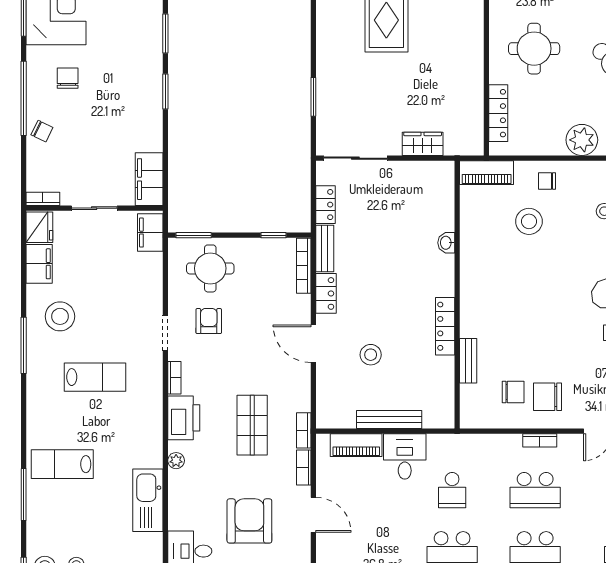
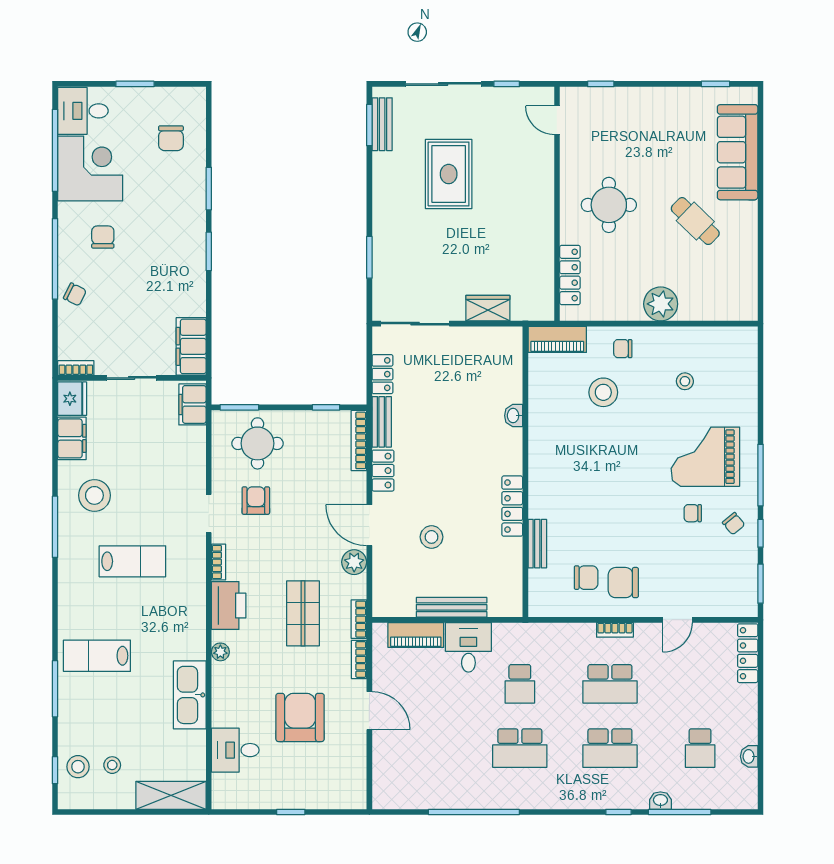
plant: (299, 378) -> (354, 562), added

